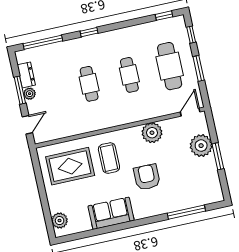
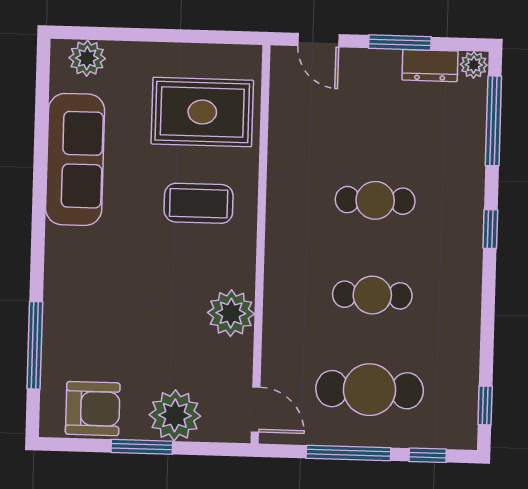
window: (199, 68) -> (348, 453), width x1.44
plant: (30, 94) -> (474, 65), moved
rug: (70, 166) -> (202, 112), turned 90
armchair: (147, 177) -> (93, 409), moved
sofa: (111, 213) -> (75, 159), width x1.36

